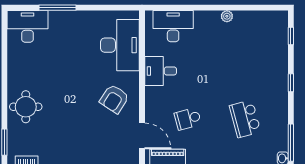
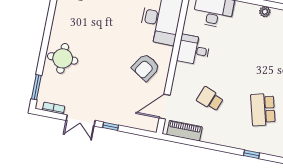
school desk: (188, 119) -> (210, 99), turned 36
door: (142, 136) -> (165, 107), swing flipped

